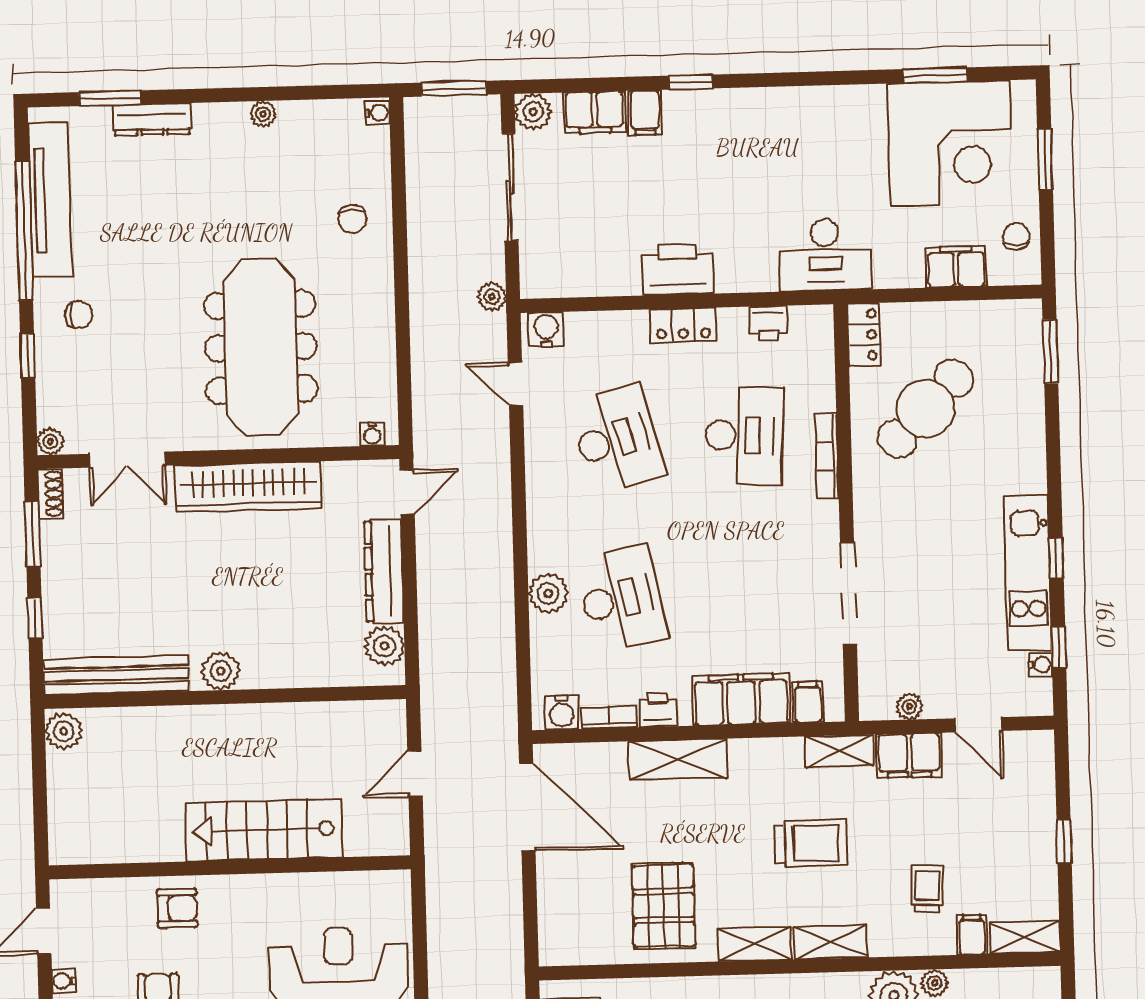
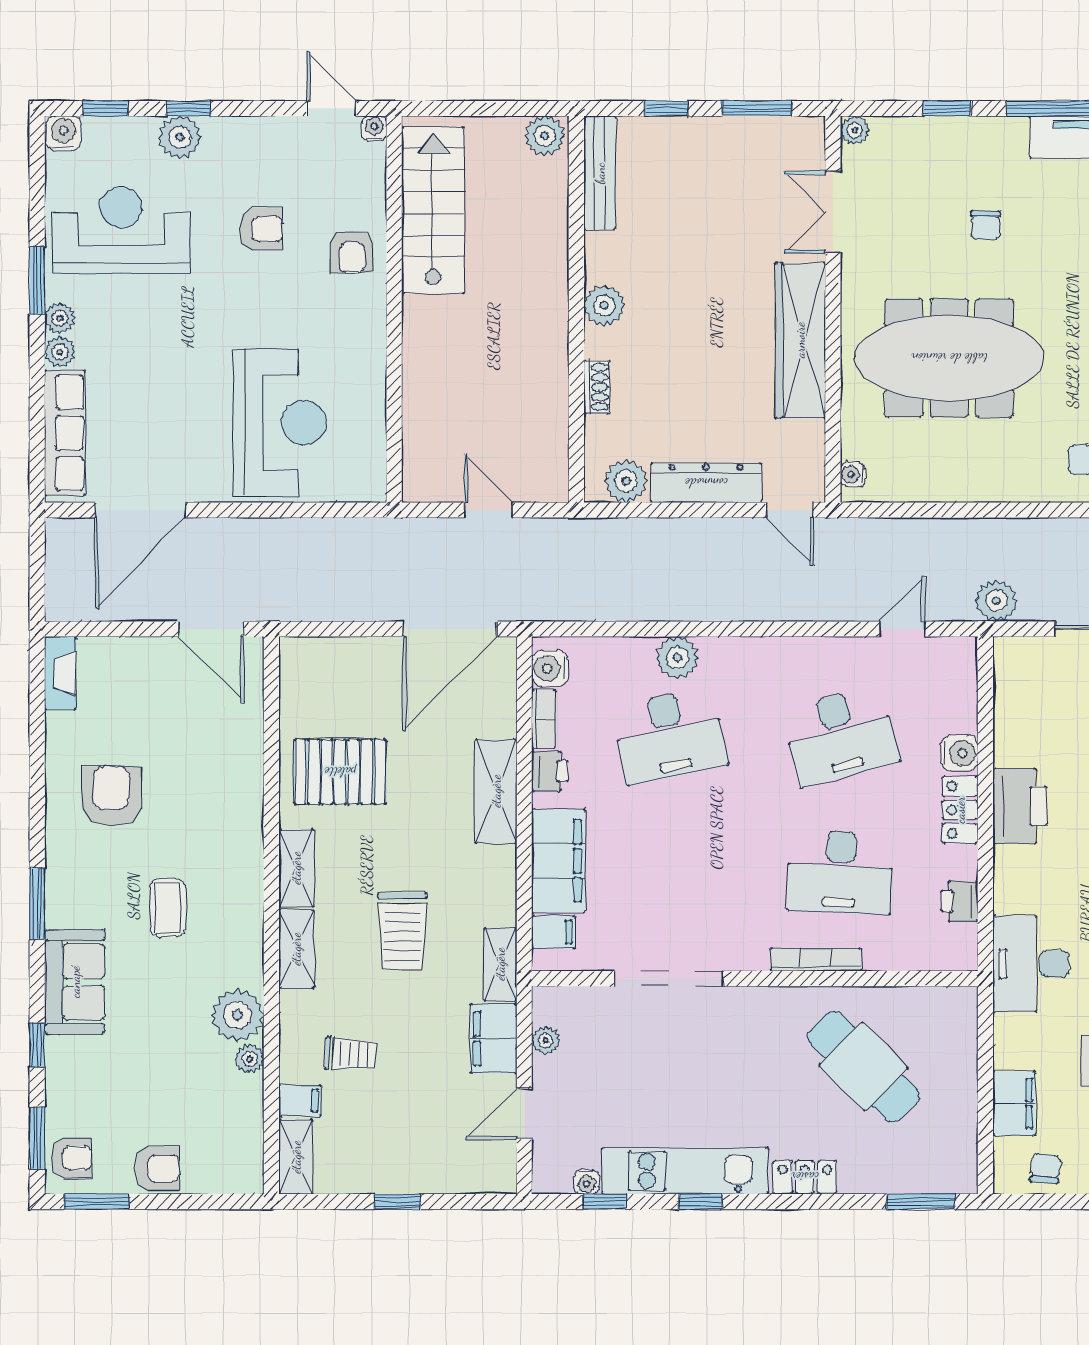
chair: (1016, 236) -> (1045, 1168), turned -85
plant: (492, 296) -> (996, 601), width x1.38, depth x1.38
chair: (79, 315) -> (985, 225), moved
water cooler: (546, 330) -> (959, 753), moved
locker: (864, 335) -> (805, 1177), moved, turned 180
shoe rack: (51, 494) -> (597, 387), moved, turned -90
bench: (116, 675) -> (600, 173), width x0.73, depth x0.82
stairs: (264, 830) -> (433, 210), moved
water cooler: (64, 981) -> (374, 128), moved

